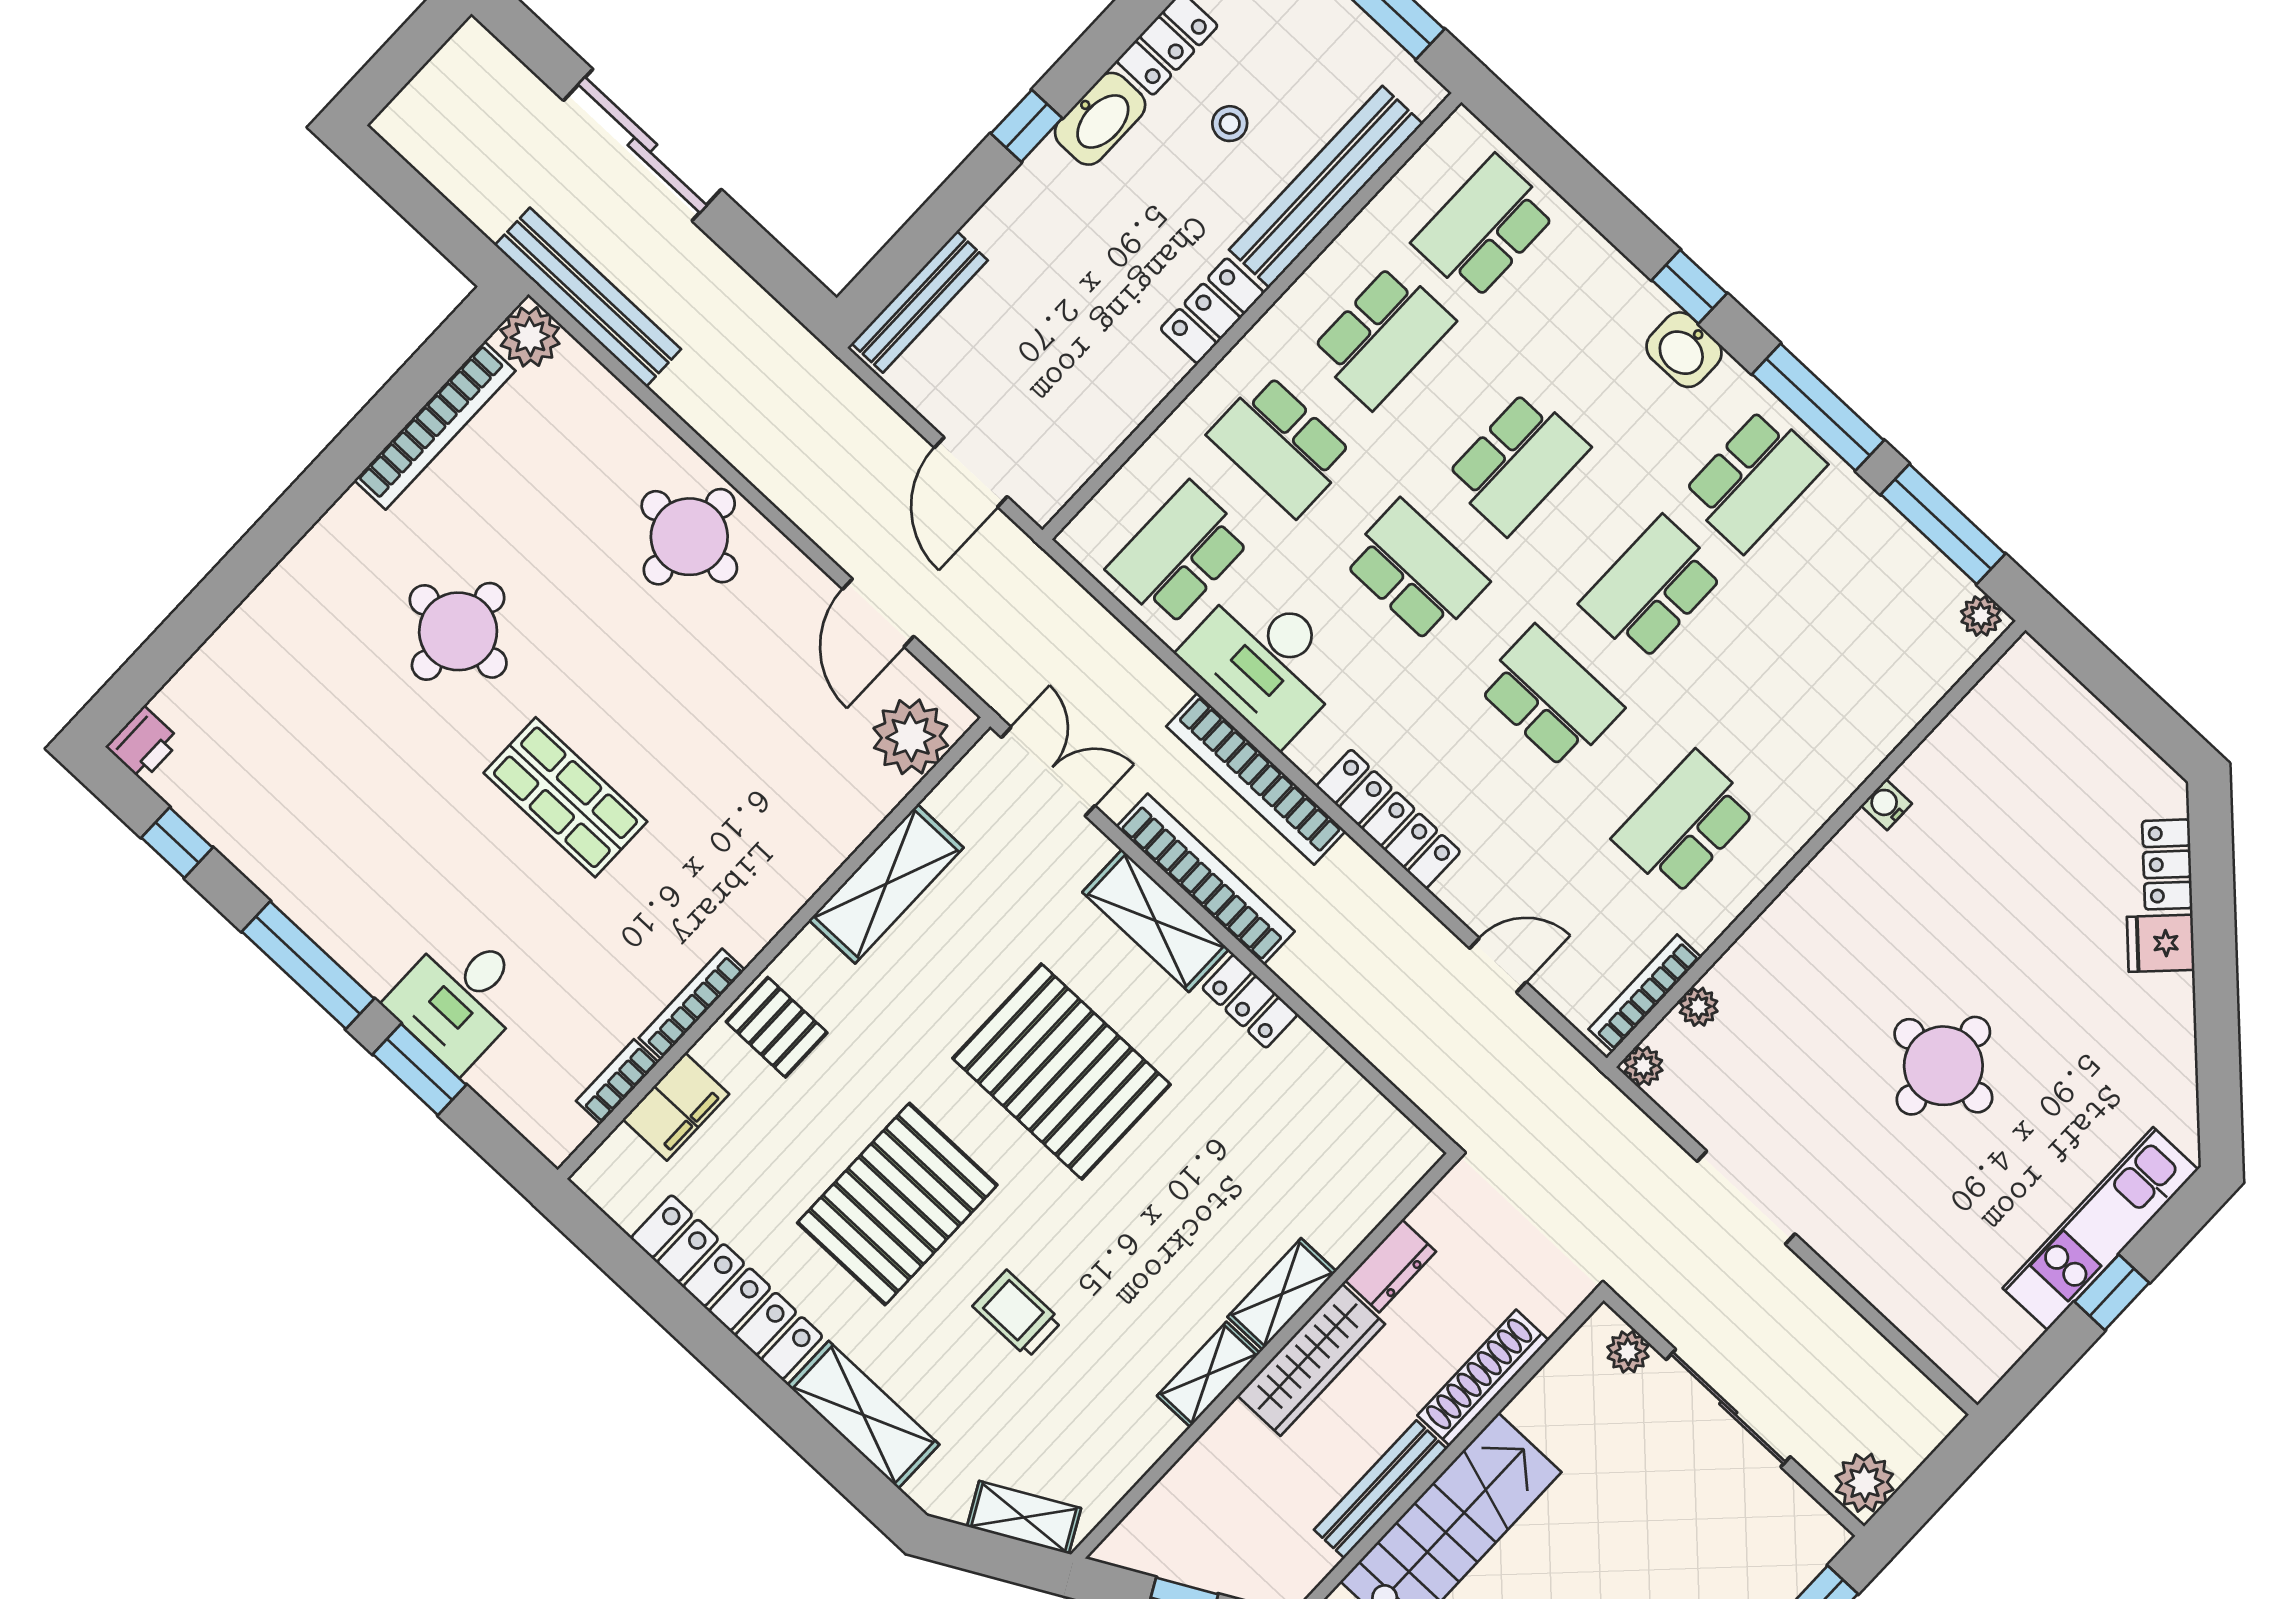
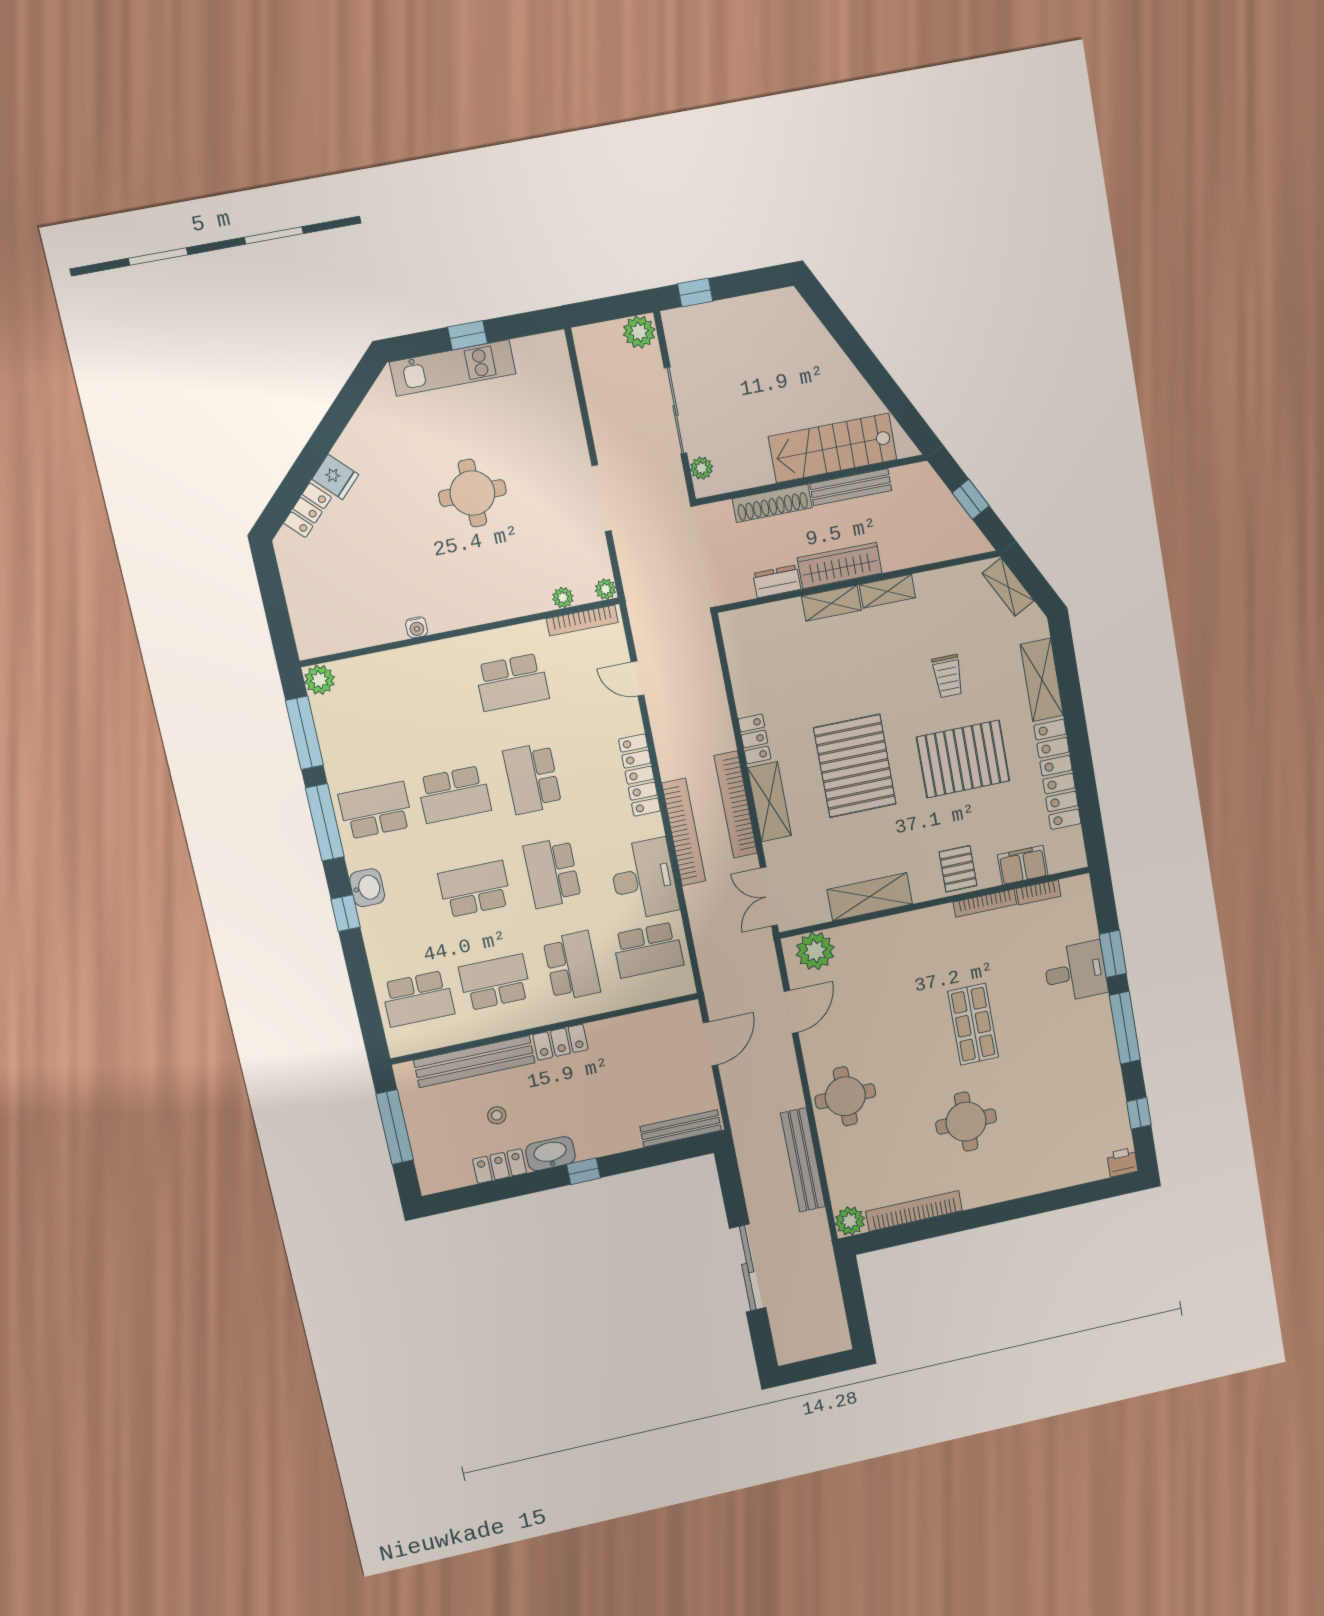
bench: (588, 297) -> (803, 1160), moved
plant: (1981, 616) -> (320, 680), width x1.38, depth x1.38

